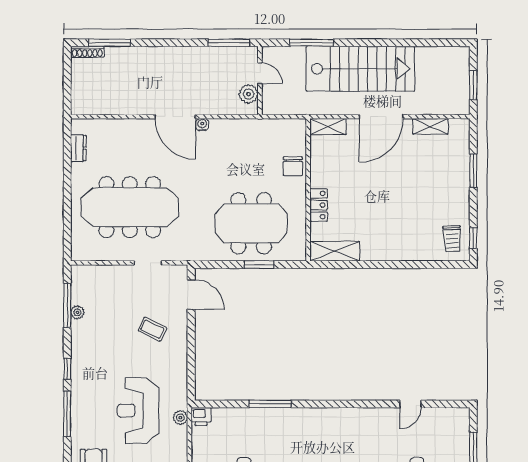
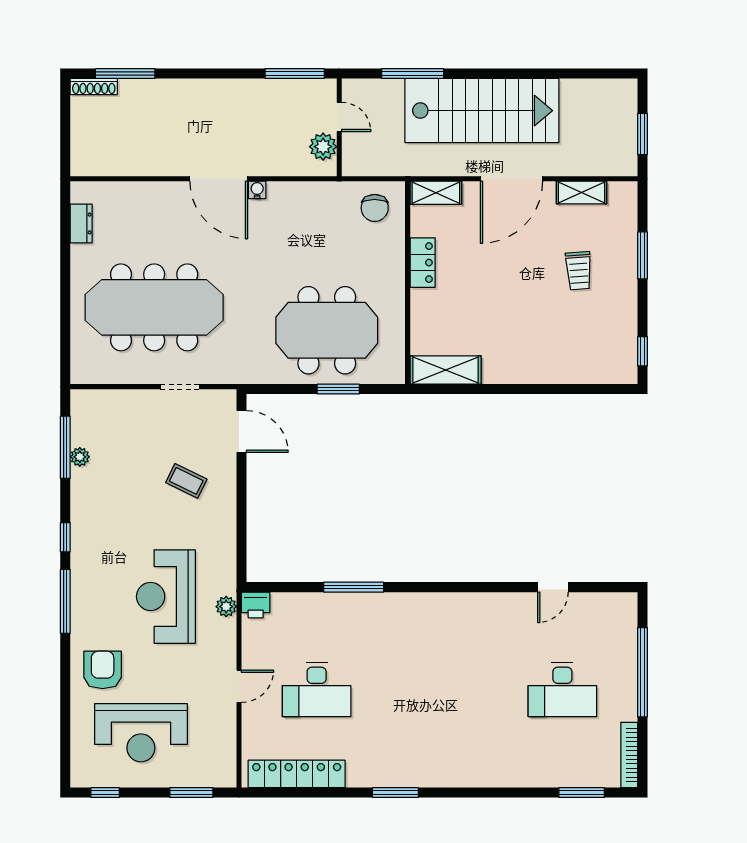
chair: (293, 166) -> (375, 208), moved
locker: (319, 205) -> (423, 263), moved
trolley: (452, 239) -> (579, 271), moved

